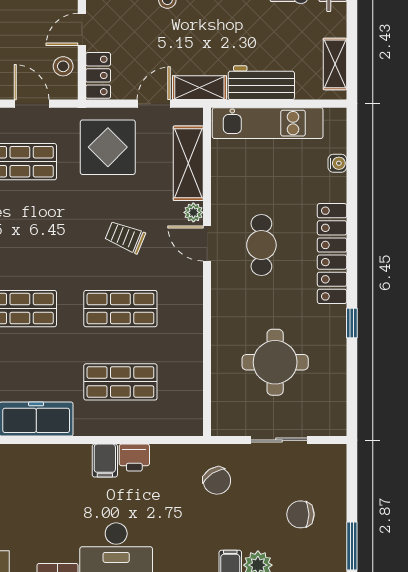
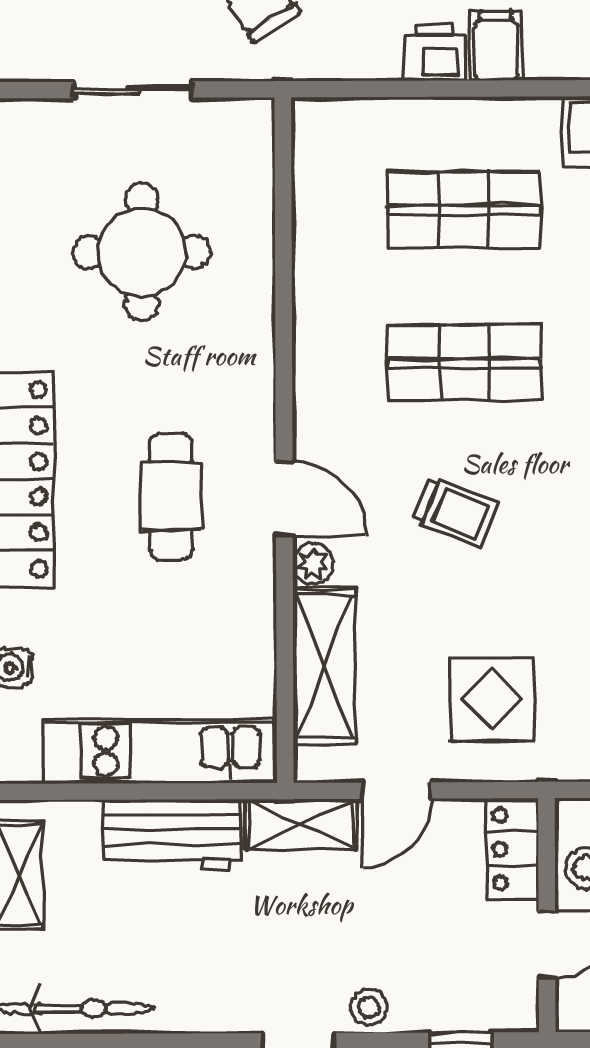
display table: (108, 147) -> (492, 699), width x0.73, depth x0.73

